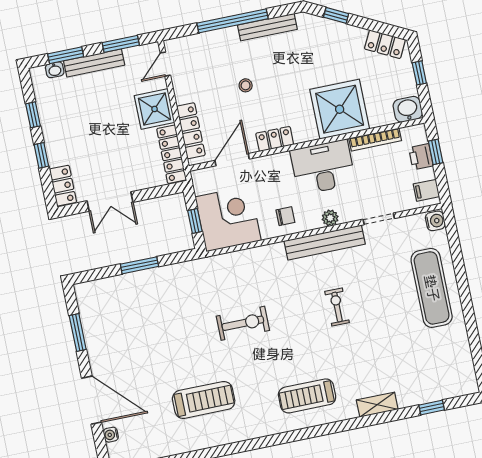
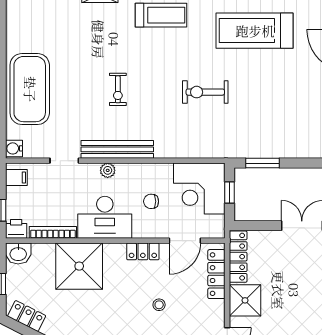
printer: (421, 157) -> (16, 229), moved, turned -90
chair: (285, 216) -> (151, 201), moved
window: (139, 265) -> (263, 163), moved
exercise mat: (432, 288) -> (30, 89), width x1.47
treadmill: (204, 400) -> (255, 31), width x1.37, depth x1.38

